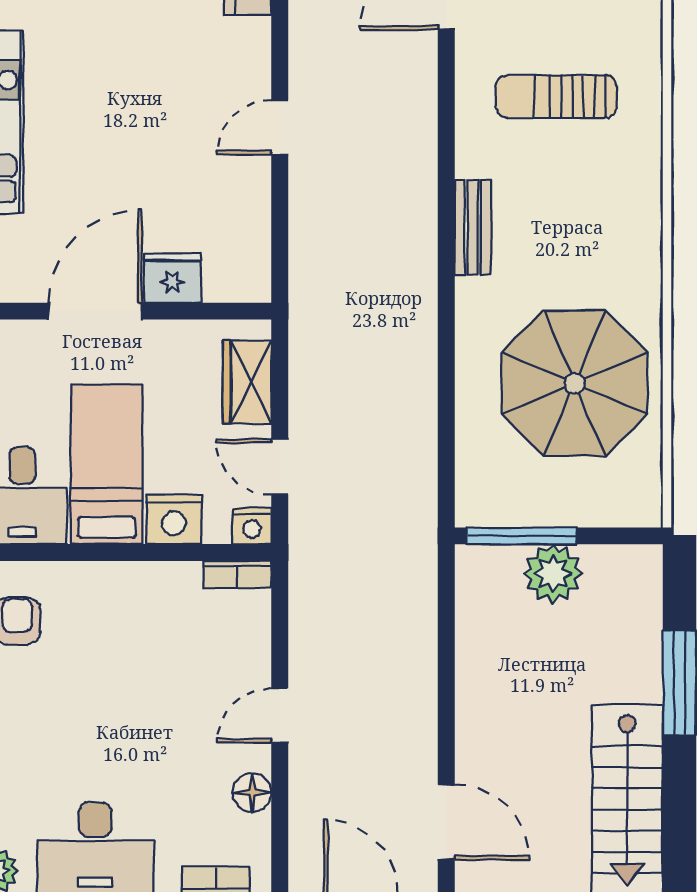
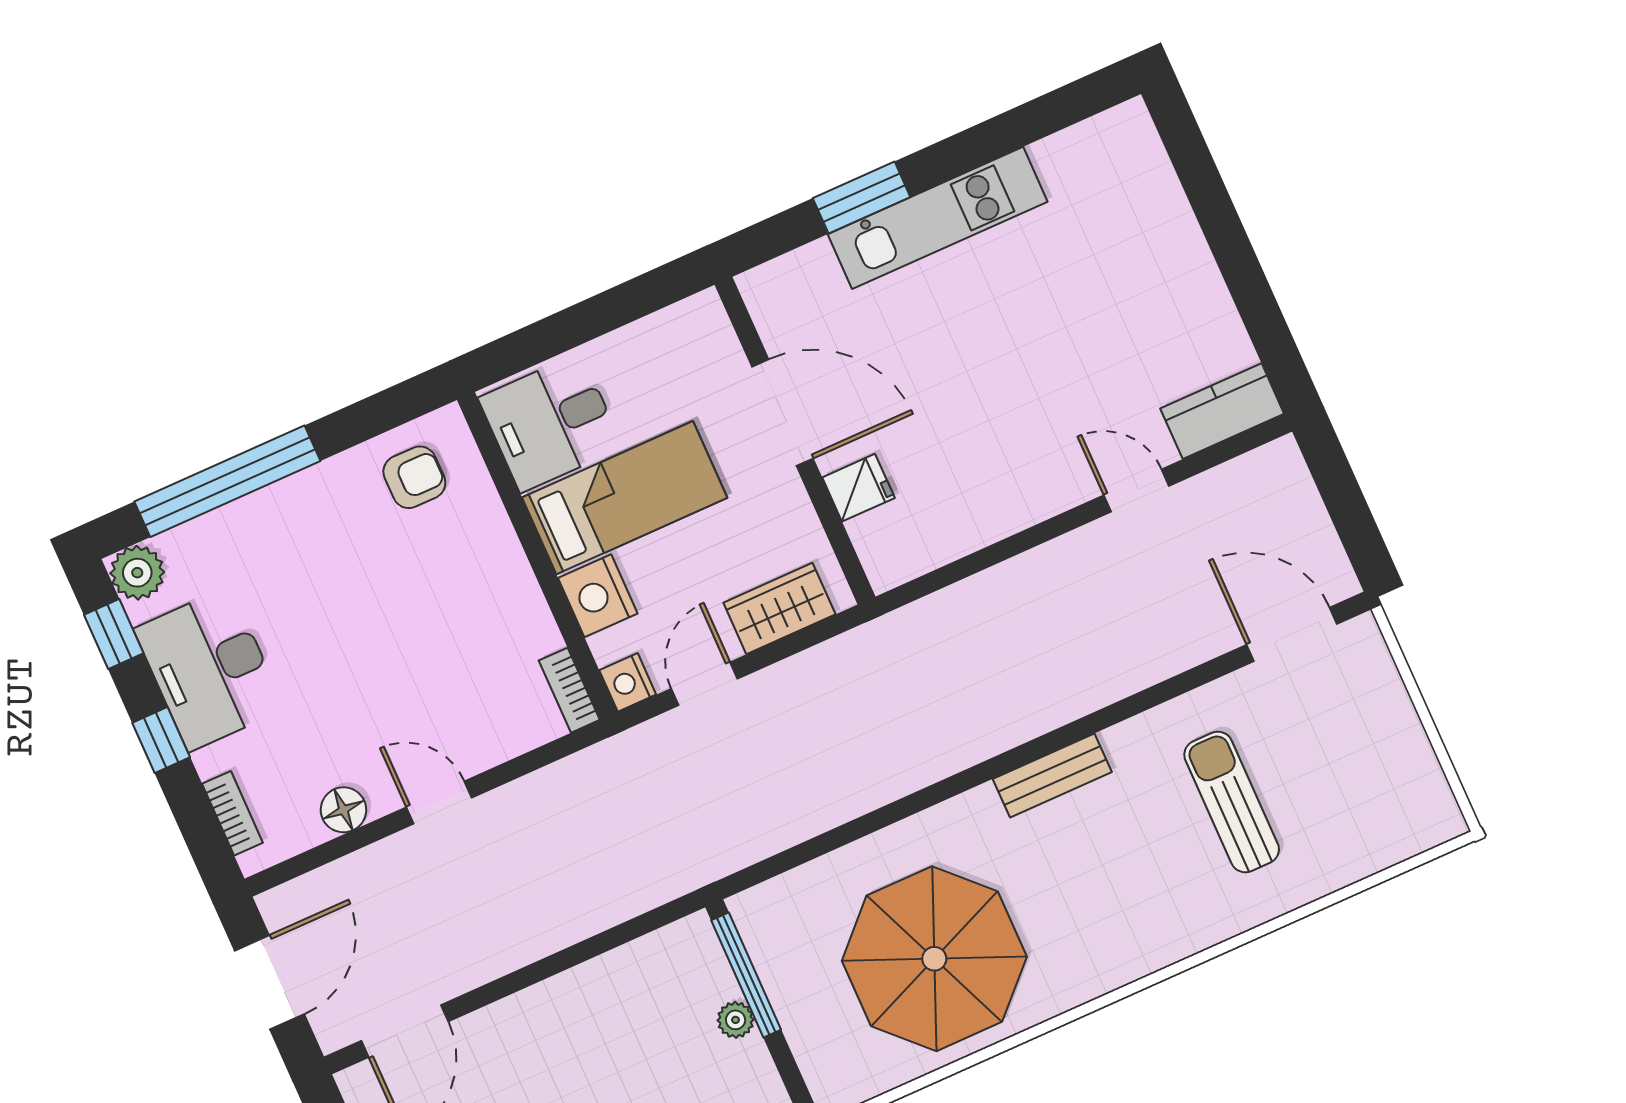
door: (280, 127) -> (1136, 491), moved
fridge: (172, 278) -> (858, 488), width x0.72
plant: (553, 574) -> (736, 1020), width x0.53, depth x0.53

